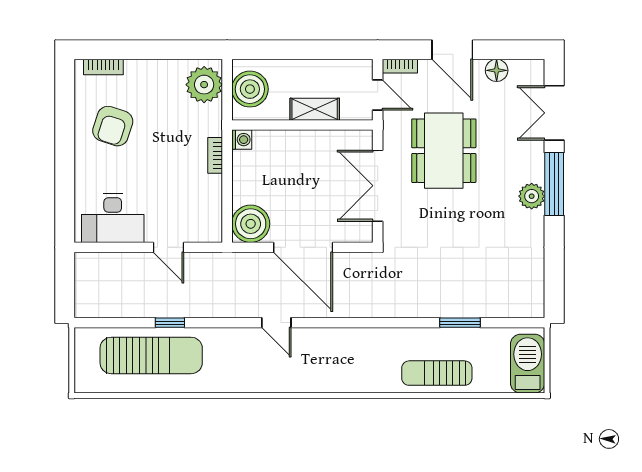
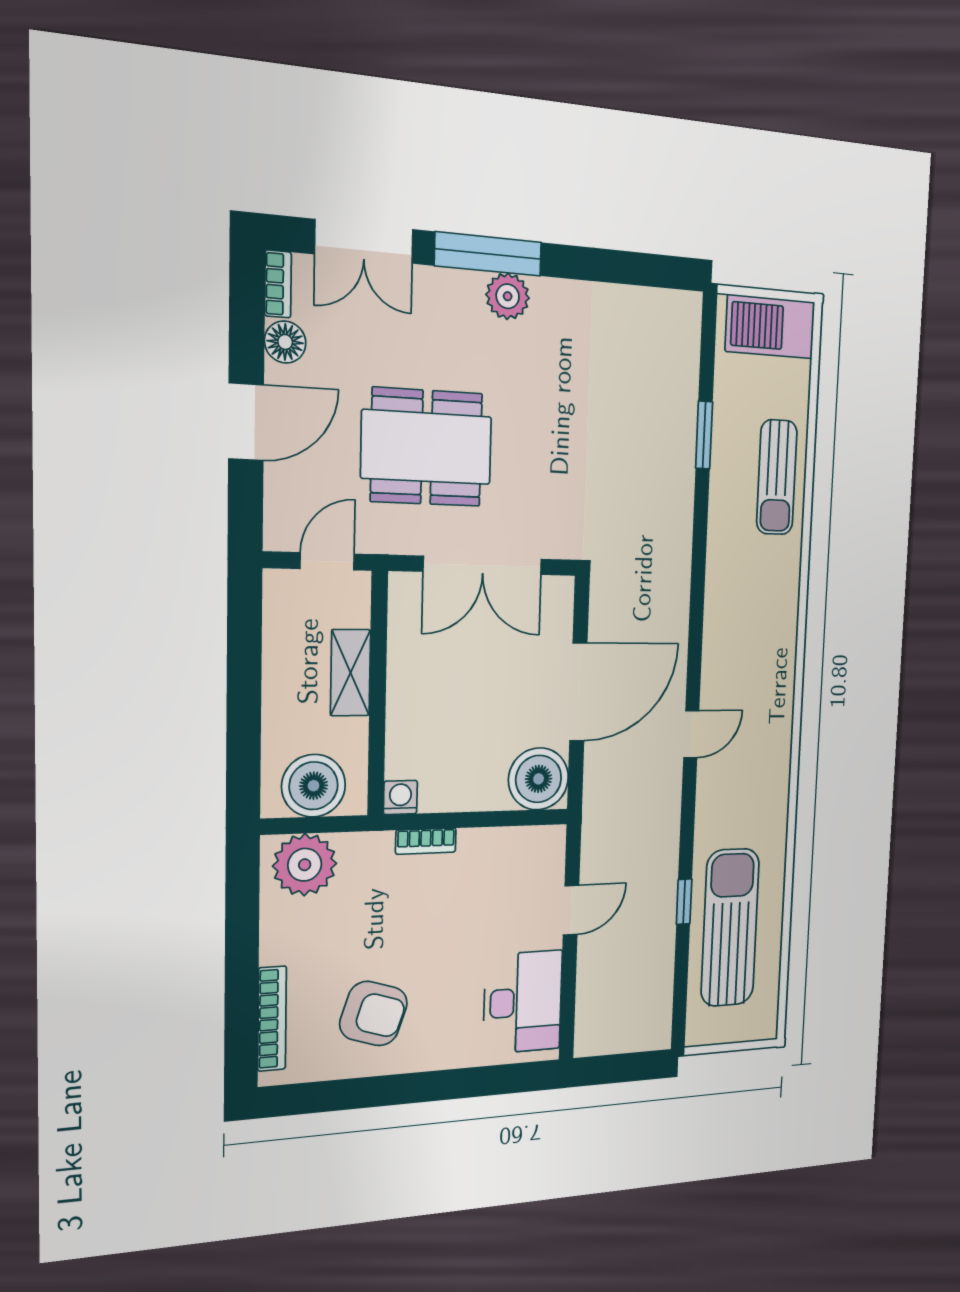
bookcase: (400, 66) -> (278, 284), moved
bookcase: (103, 67) -> (272, 1019), width x1.56

